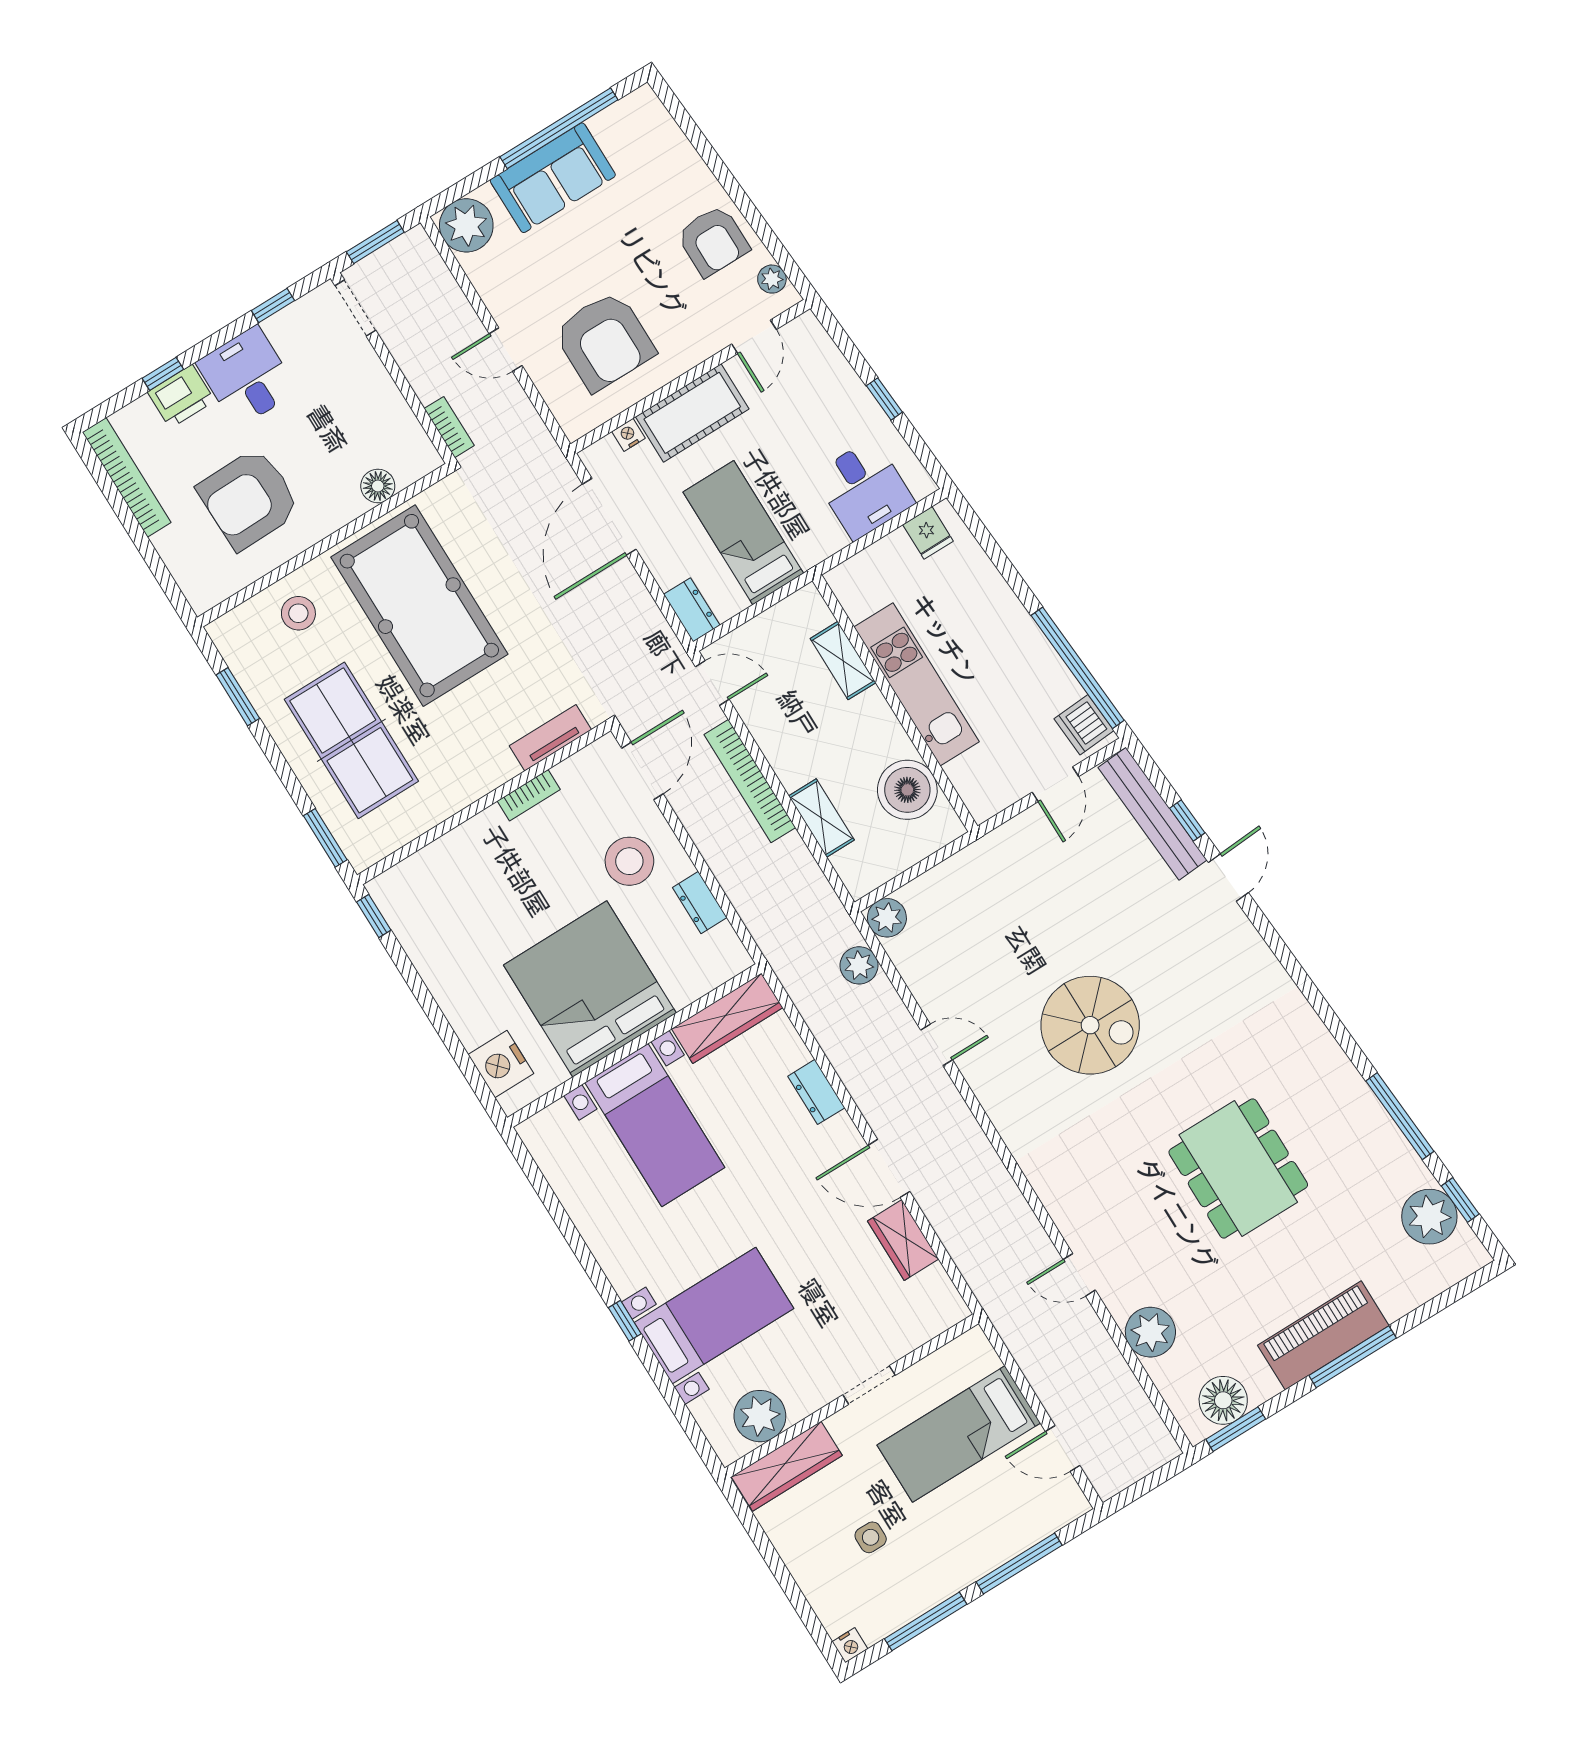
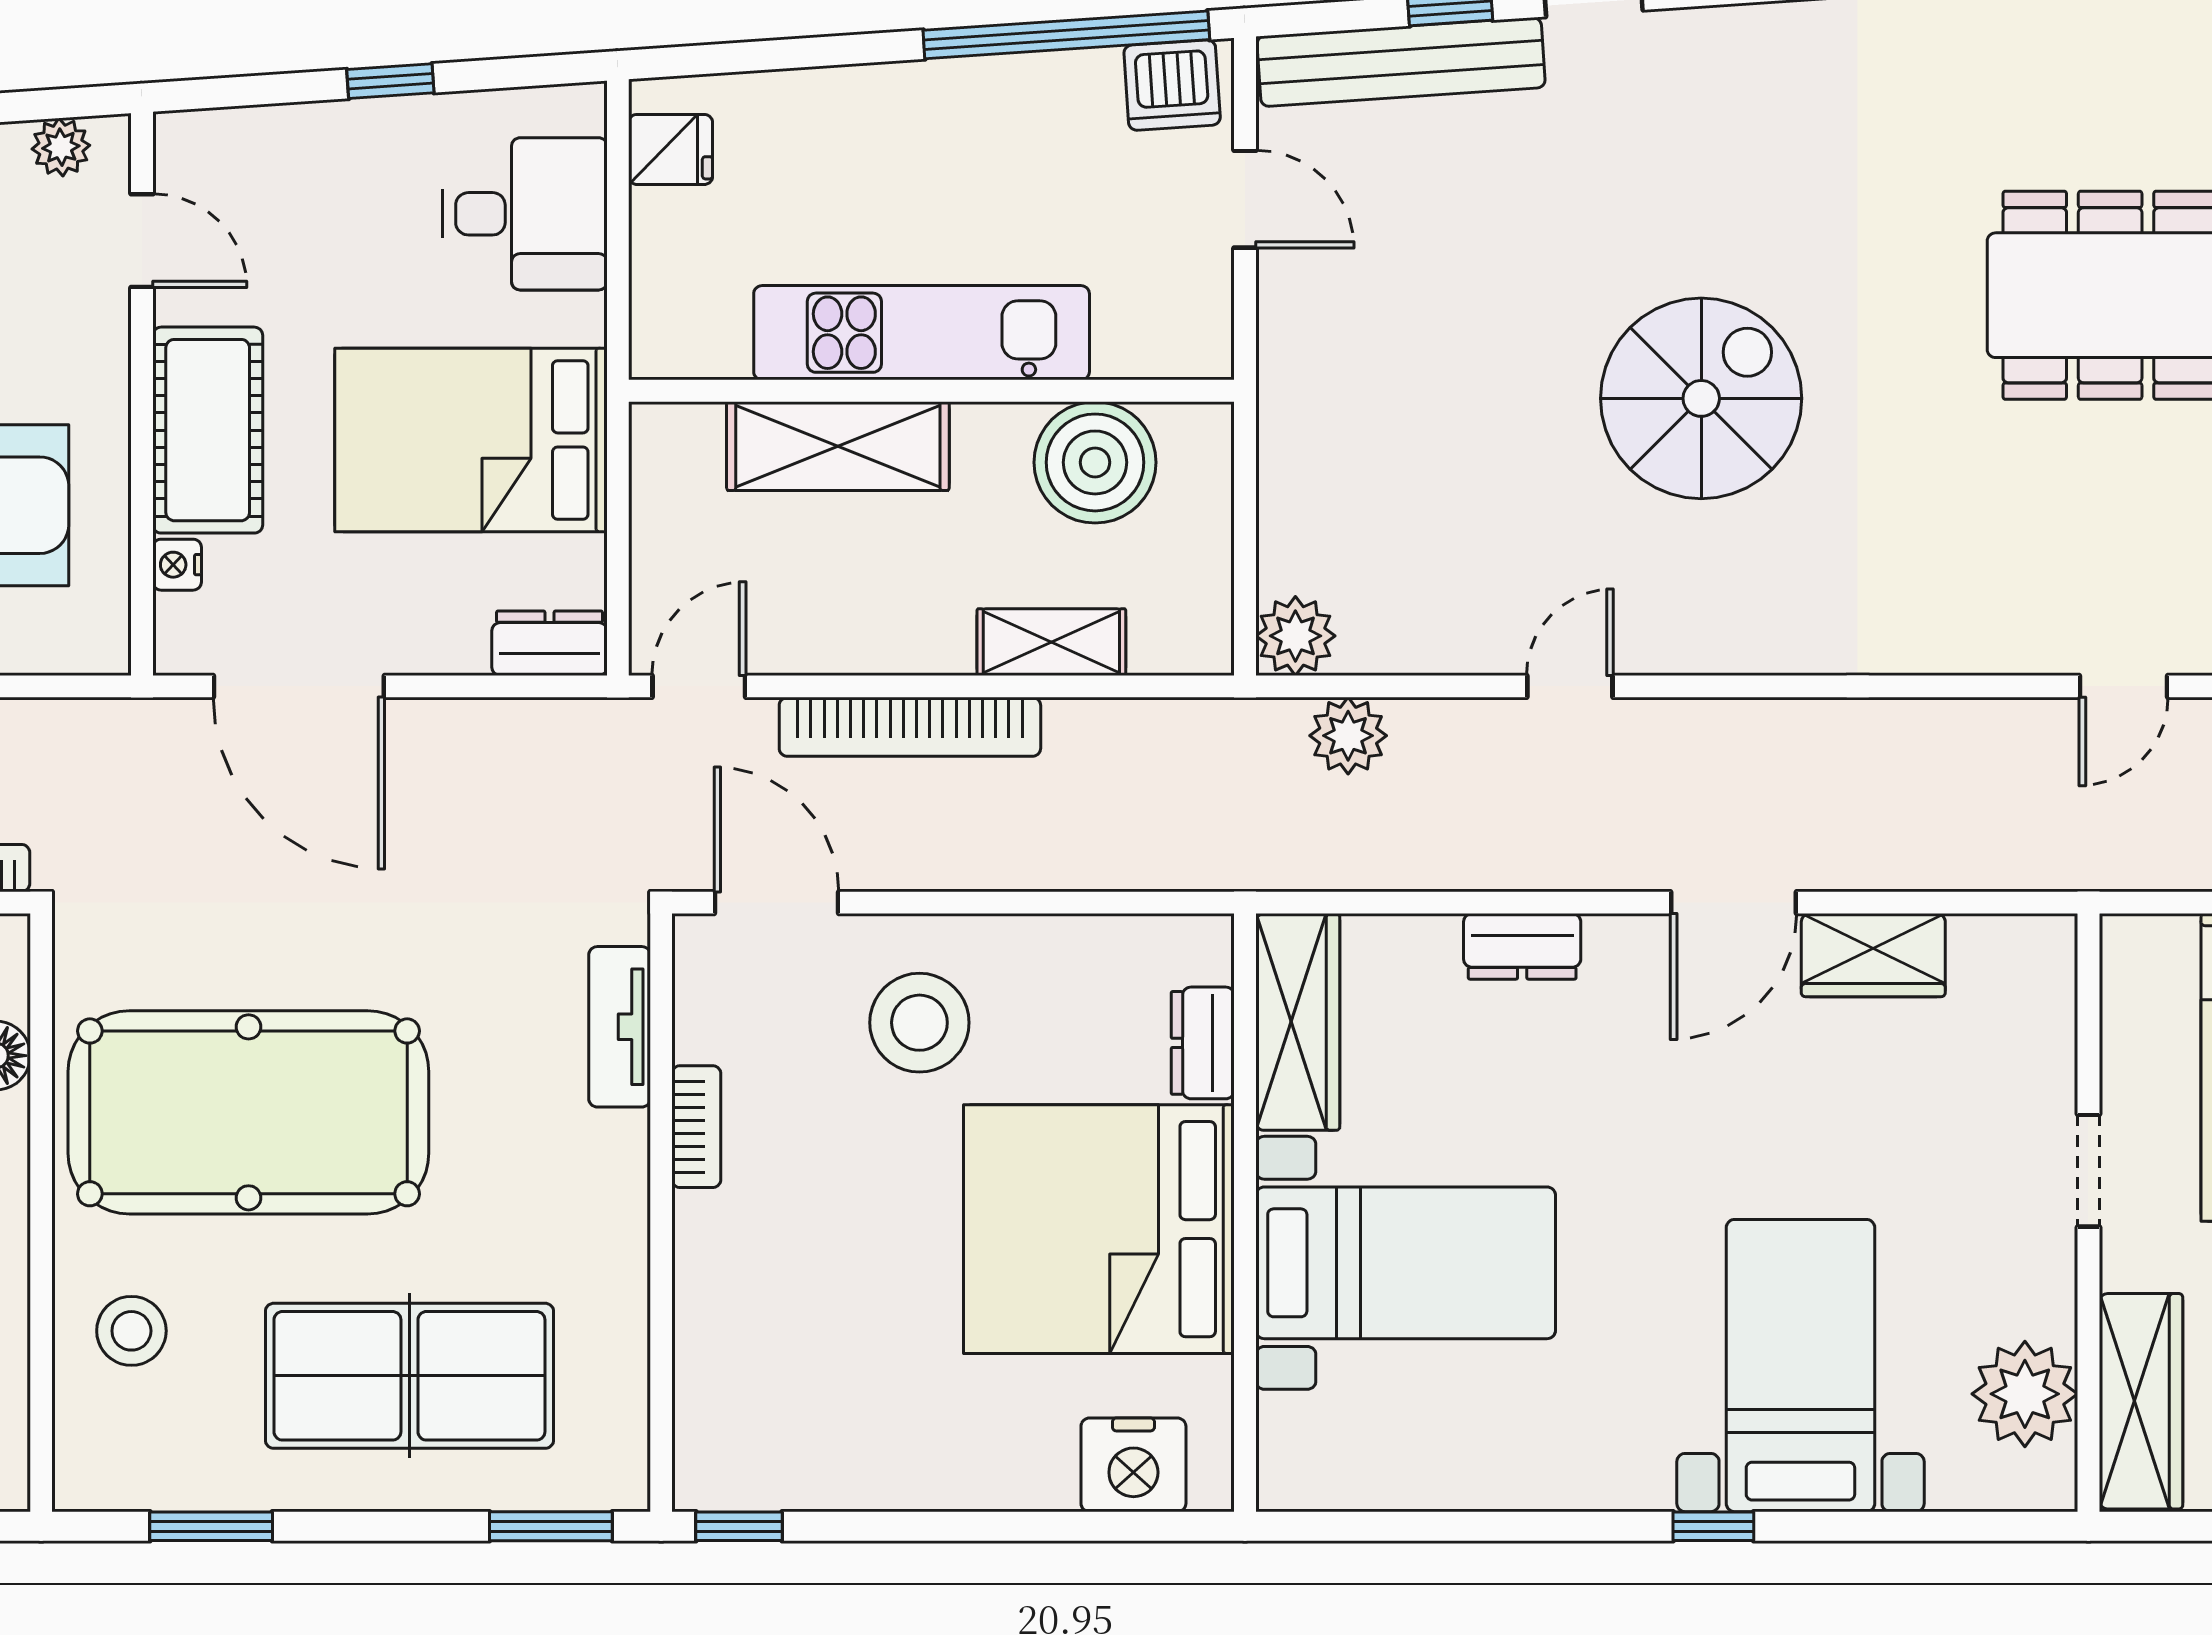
bed: (743, 533) -> (471, 440), width x1.50
shelving: (843, 661) -> (838, 446), width x1.50, depth x1.33
dresser: (700, 903) -> (1203, 1043), moved, turned 90

